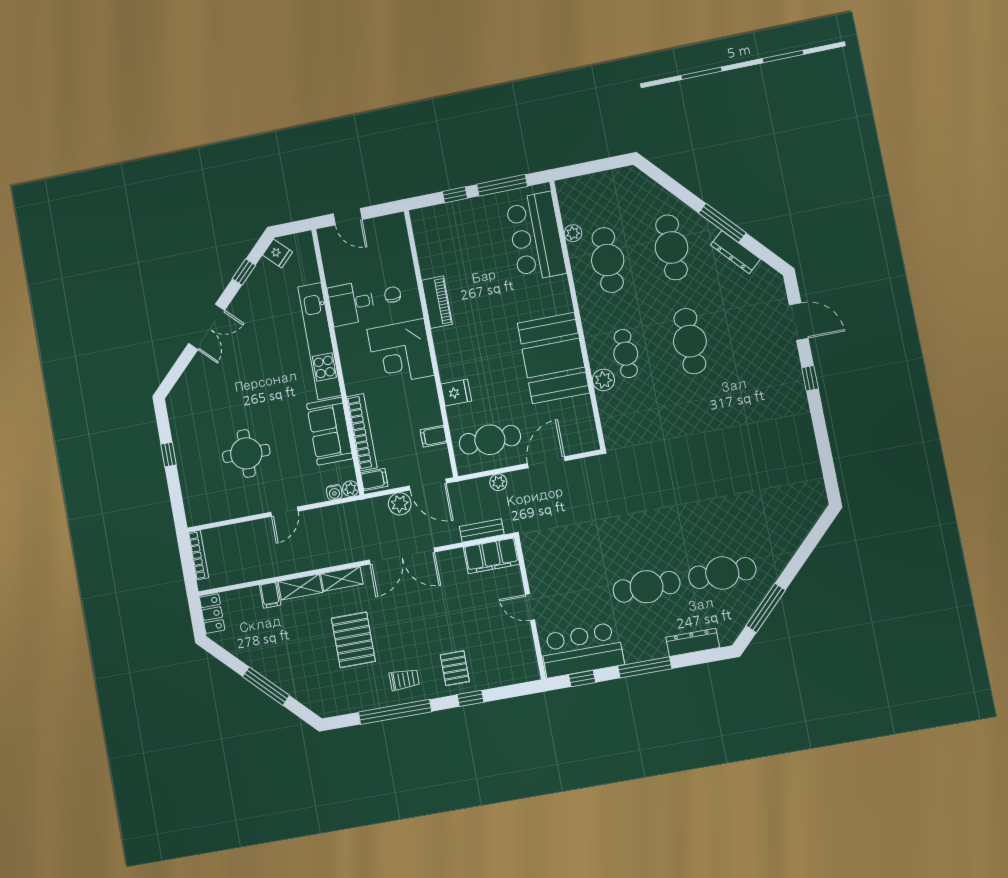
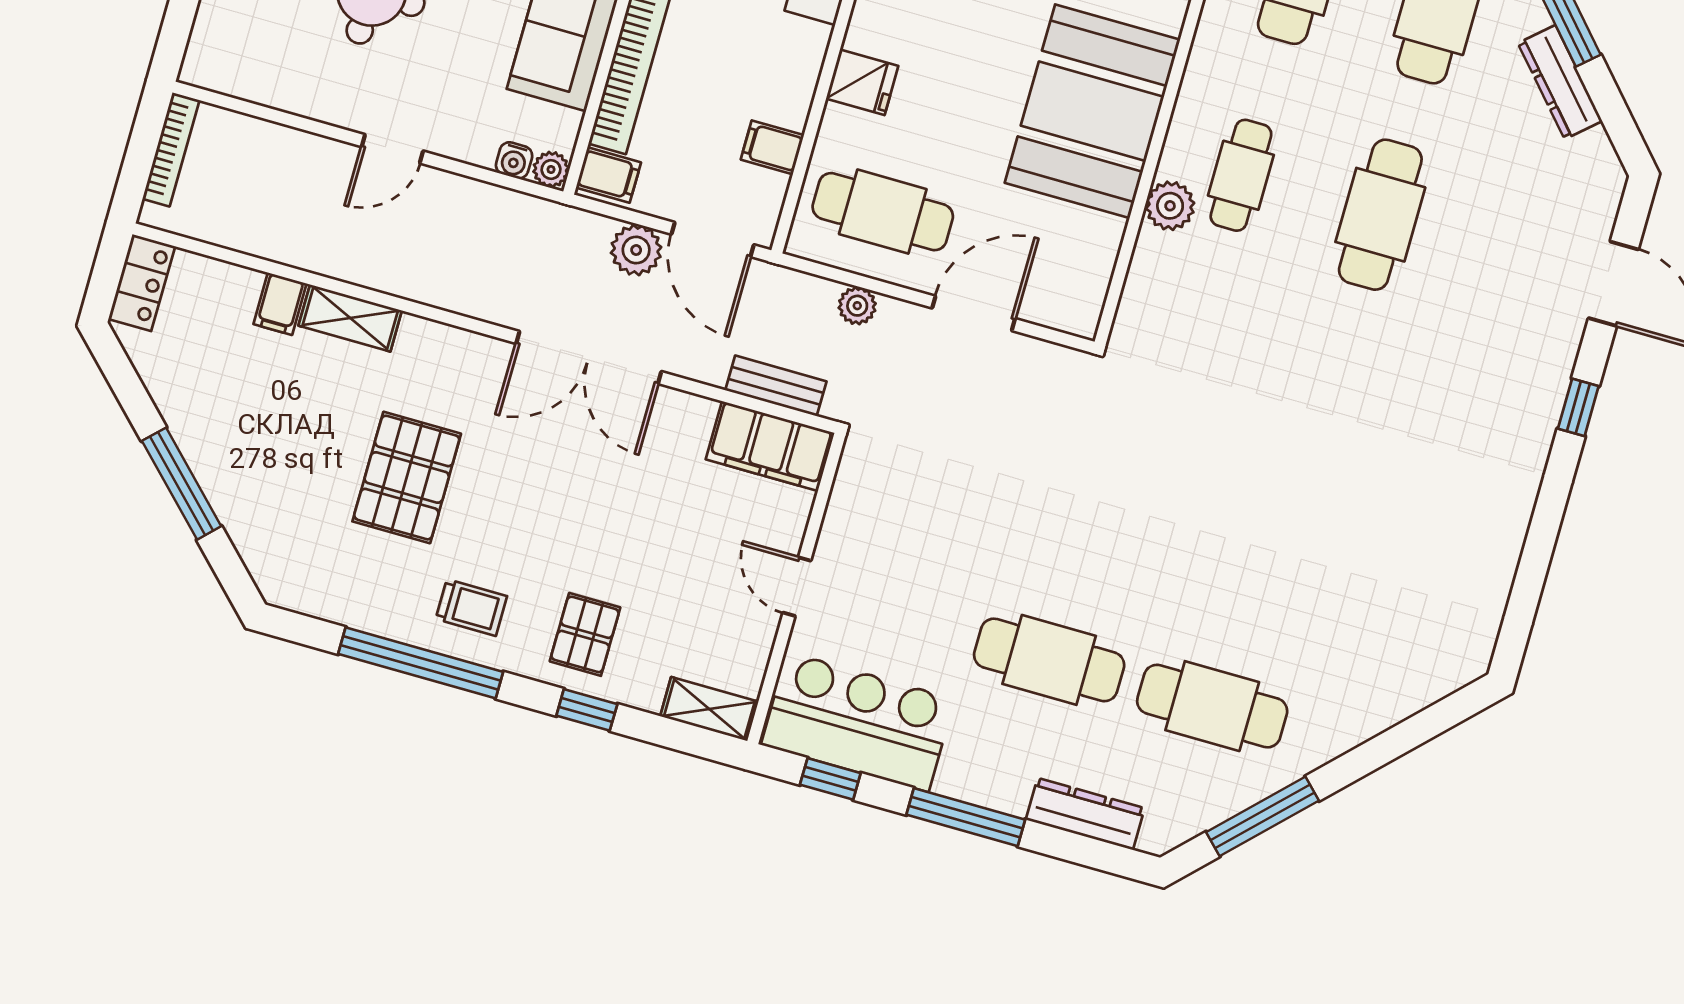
shelving: (342, 579) -> (709, 709), moved

